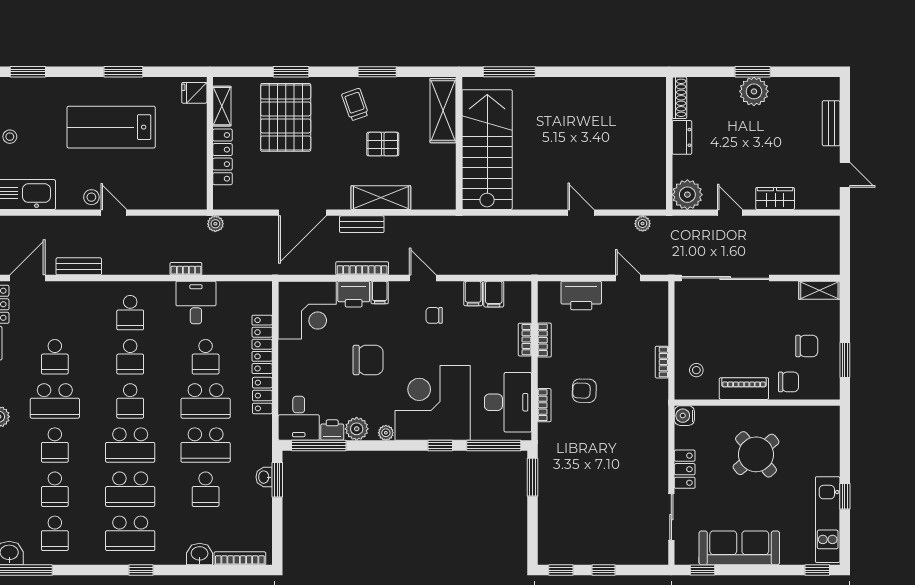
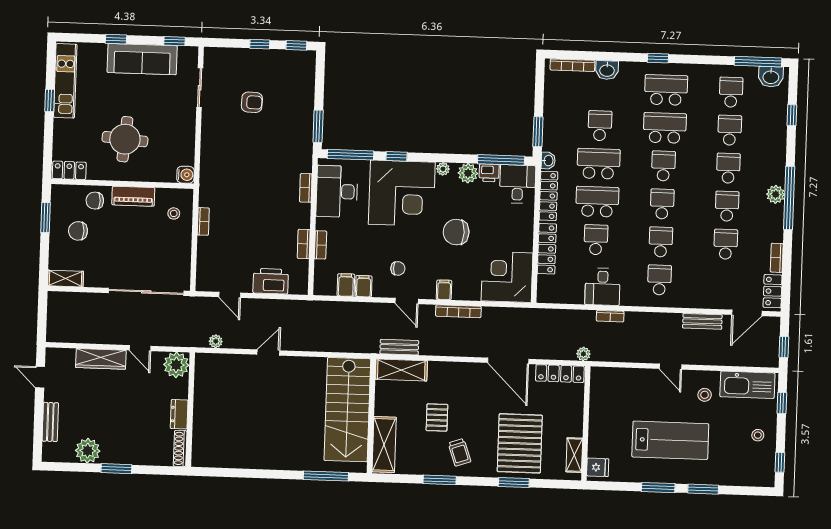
window: (28, 72) -> (703, 489), moved
plant: (754, 91) -> (88, 451), moved
pallet: (383, 144) -> (437, 418), turned 90
locker: (223, 157) -> (560, 374), moved, turned -90
stool: (91, 197) -> (705, 395), moved
shelving: (381, 198) -> (401, 370), moved
wardrobe: (775, 198) -> (101, 359), width x1.50
door: (302, 213) -> (508, 361), swing flipped
door: (581, 213) -> (268, 352), swing flipped
bench: (362, 224) -> (399, 347), moved
printer: (354, 294) -> (467, 289), removed
armchair: (584, 391) -> (252, 102), moved
locker: (262, 396) -> (548, 196), width x1.53
school desk: (55, 401) -> (727, 206), width x0.54
school desk: (130, 445) -> (663, 166), width x0.54
round table: (756, 454) -> (125, 139), turned 45
locker: (685, 469) -> (69, 170), moved, turned 90
washbasin: (264, 477) -> (548, 161), moved
window: (817, 570) -> (116, 39), moved

